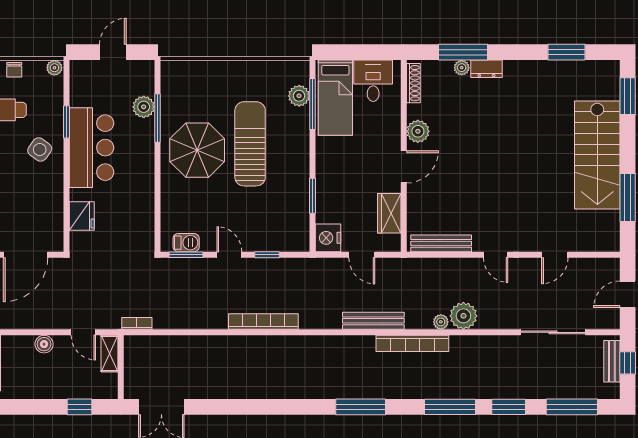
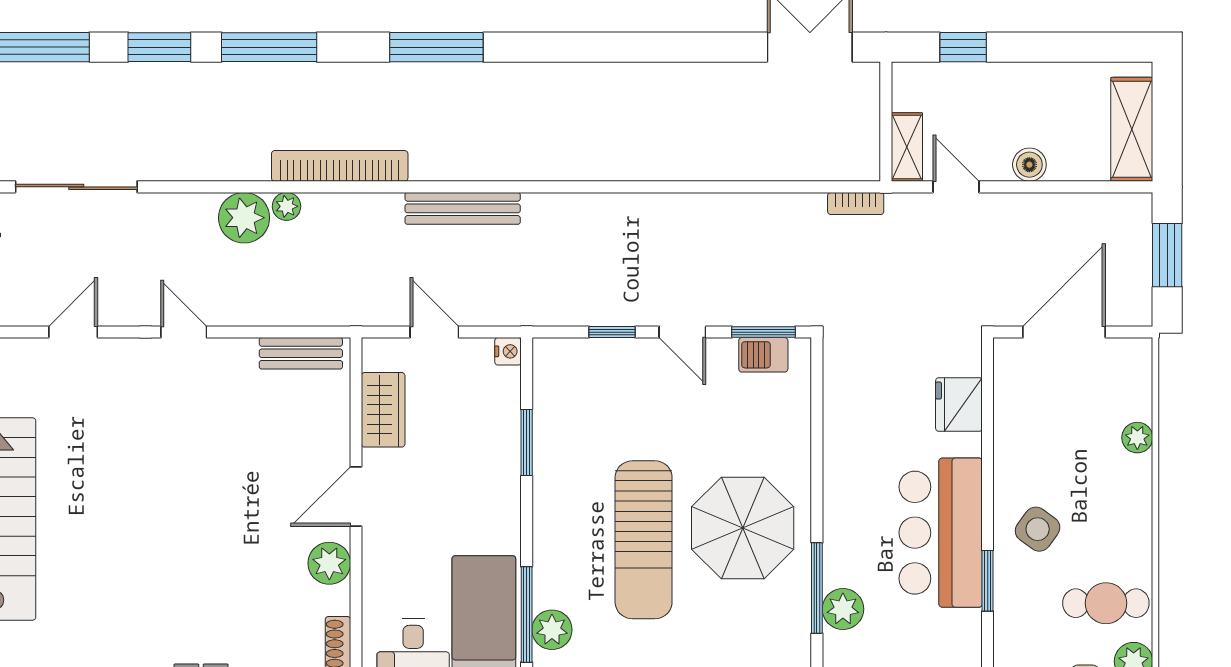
nightstand: (328, 238) -> (508, 351), width x0.53, depth x0.56
bench: (441, 243) -> (301, 353), width x0.73
bookcase: (263, 321) -> (619, 207), removed
bench: (373, 321) -> (463, 208), moved

